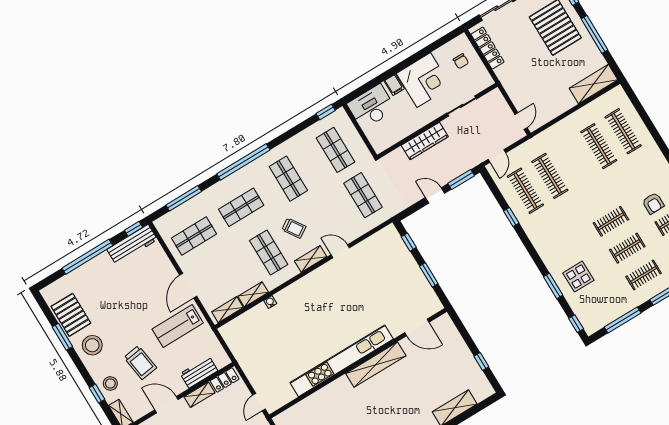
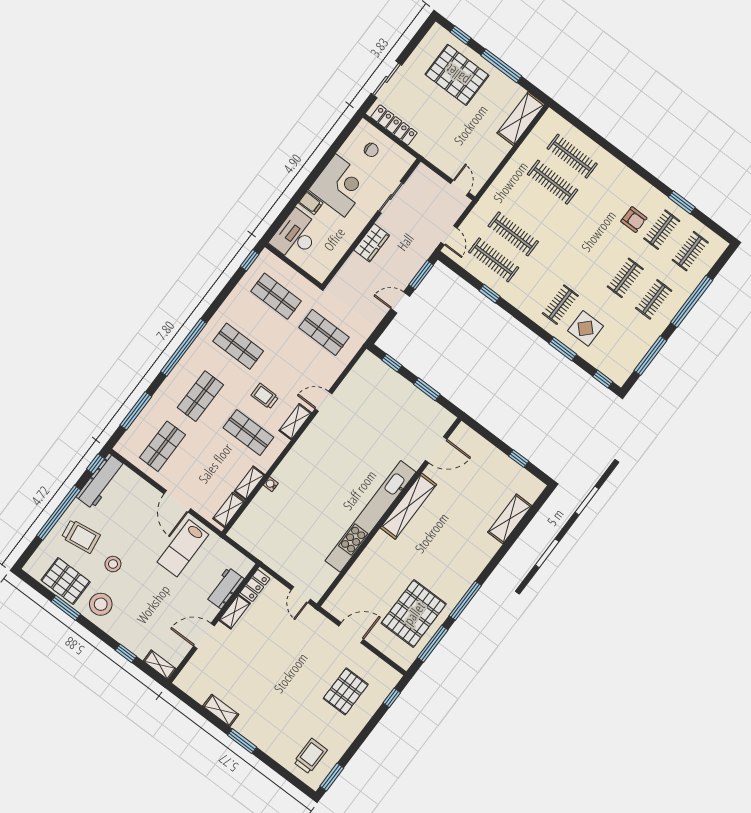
wardrobe: (425, 141) -> (372, 243), width x0.67
clothes rail: (611, 221) -> (560, 305), moved
trolley: (294, 228) -> (265, 396), turned -147
trolley: (140, 363) -> (81, 536), moved
stool: (110, 383) -> (113, 564), moved

